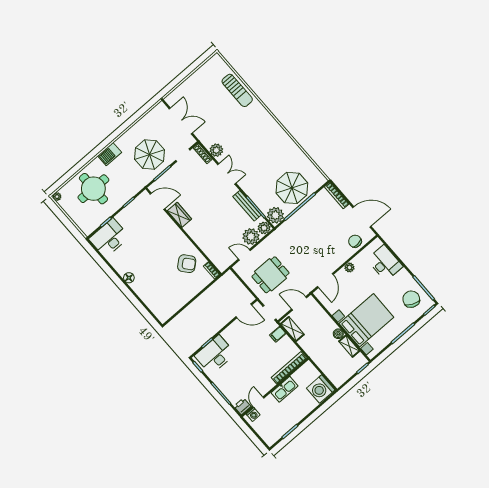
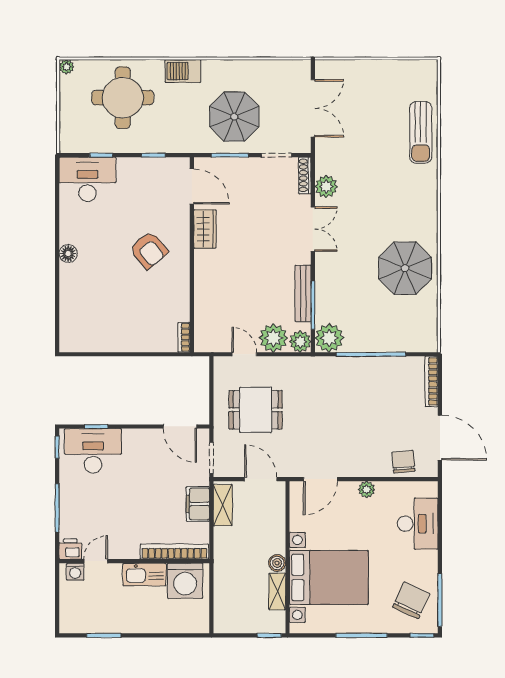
parasol: (292, 188) -> (405, 268), moved
armchair: (187, 264) -> (149, 250), moved
filing cabinet: (278, 334) -> (198, 504), width x2.00
washing machine: (321, 389) -> (185, 581), moved, turned -90

